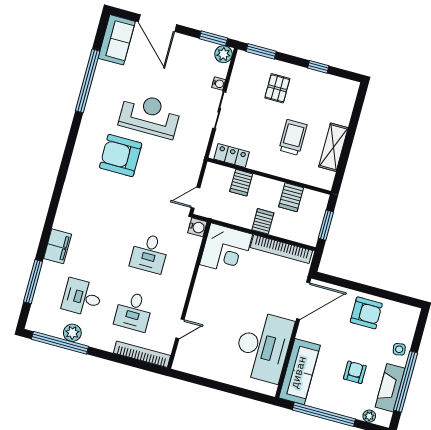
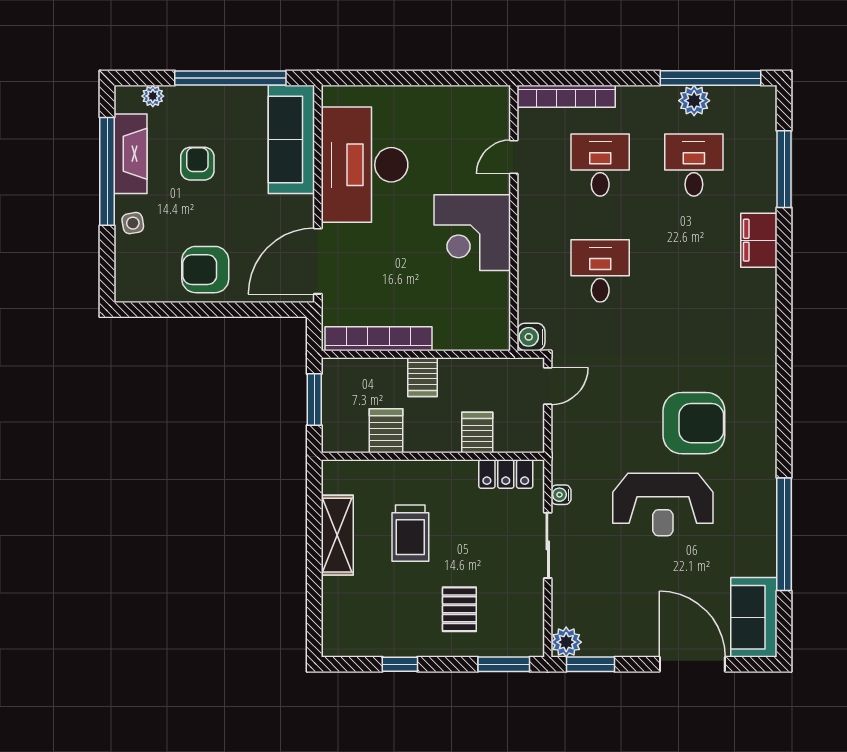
water cooler: (219, 84) -> (561, 495), moved
corner desk: (226, 249) -> (472, 233), moved, turned -90
desk: (82, 297) -> (694, 165), turned -90
armchair: (355, 372) -> (197, 164), turned 180

